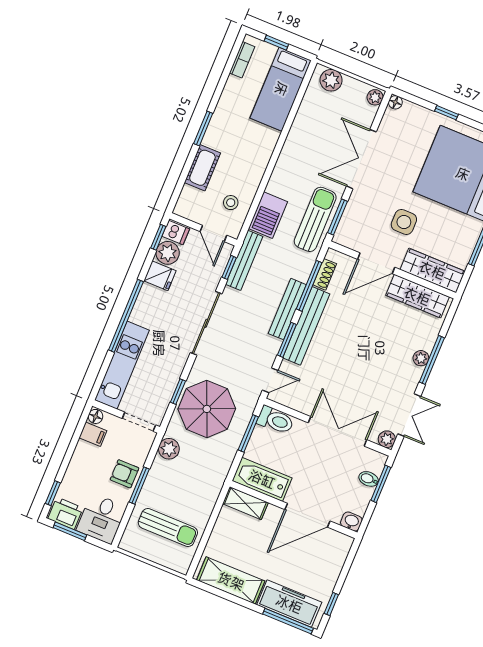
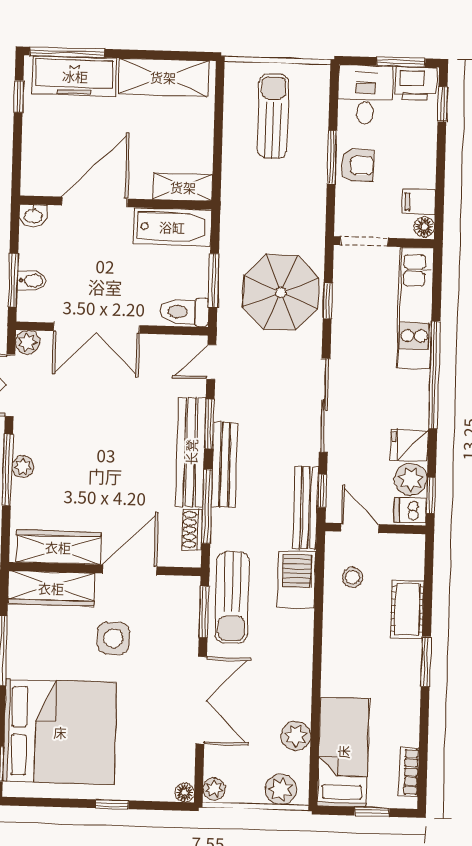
plant: (169, 449) -> (296, 736), moved
sun lounger: (168, 528) -> (273, 116), turned 90

